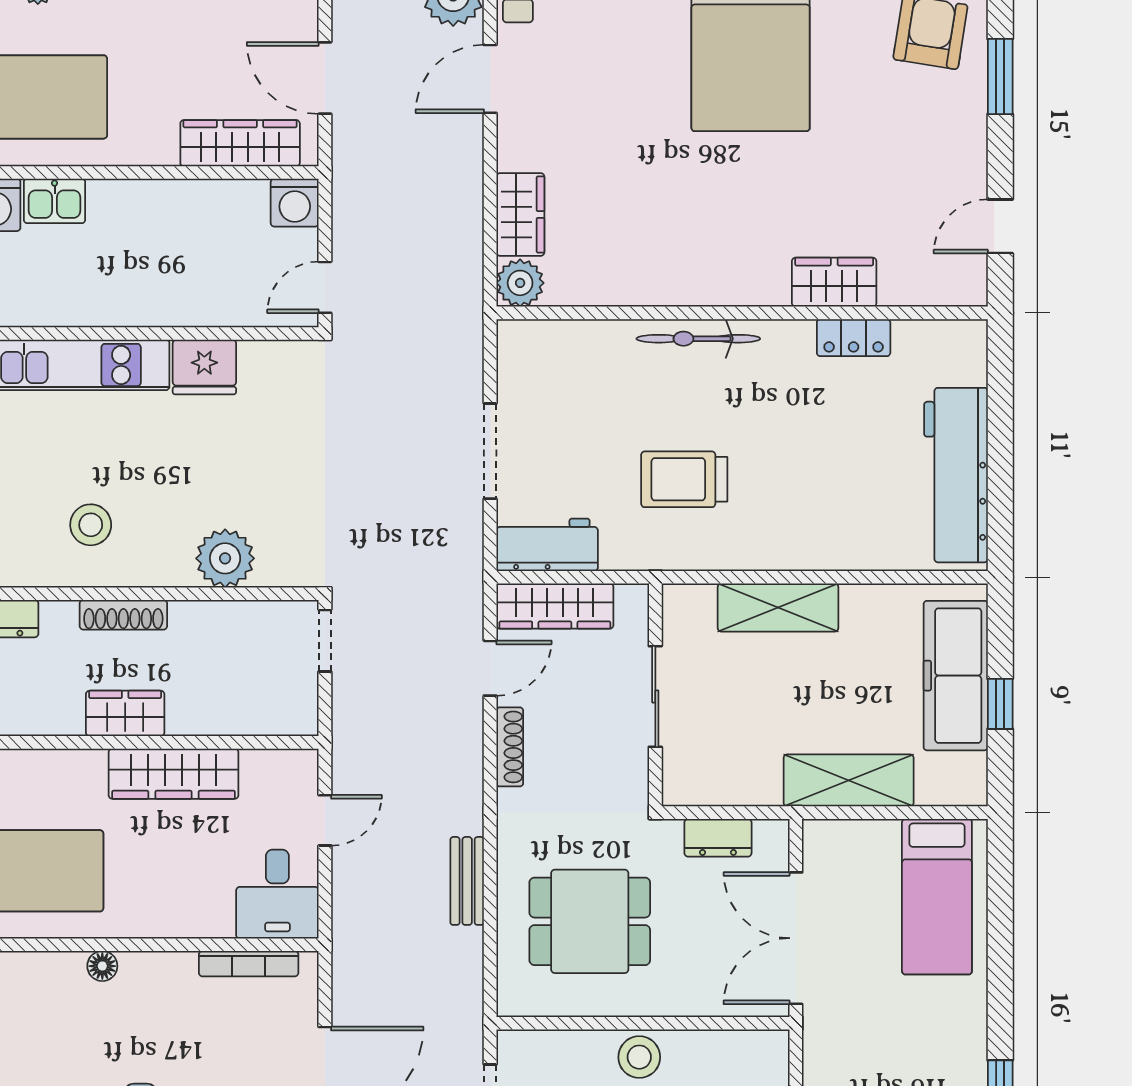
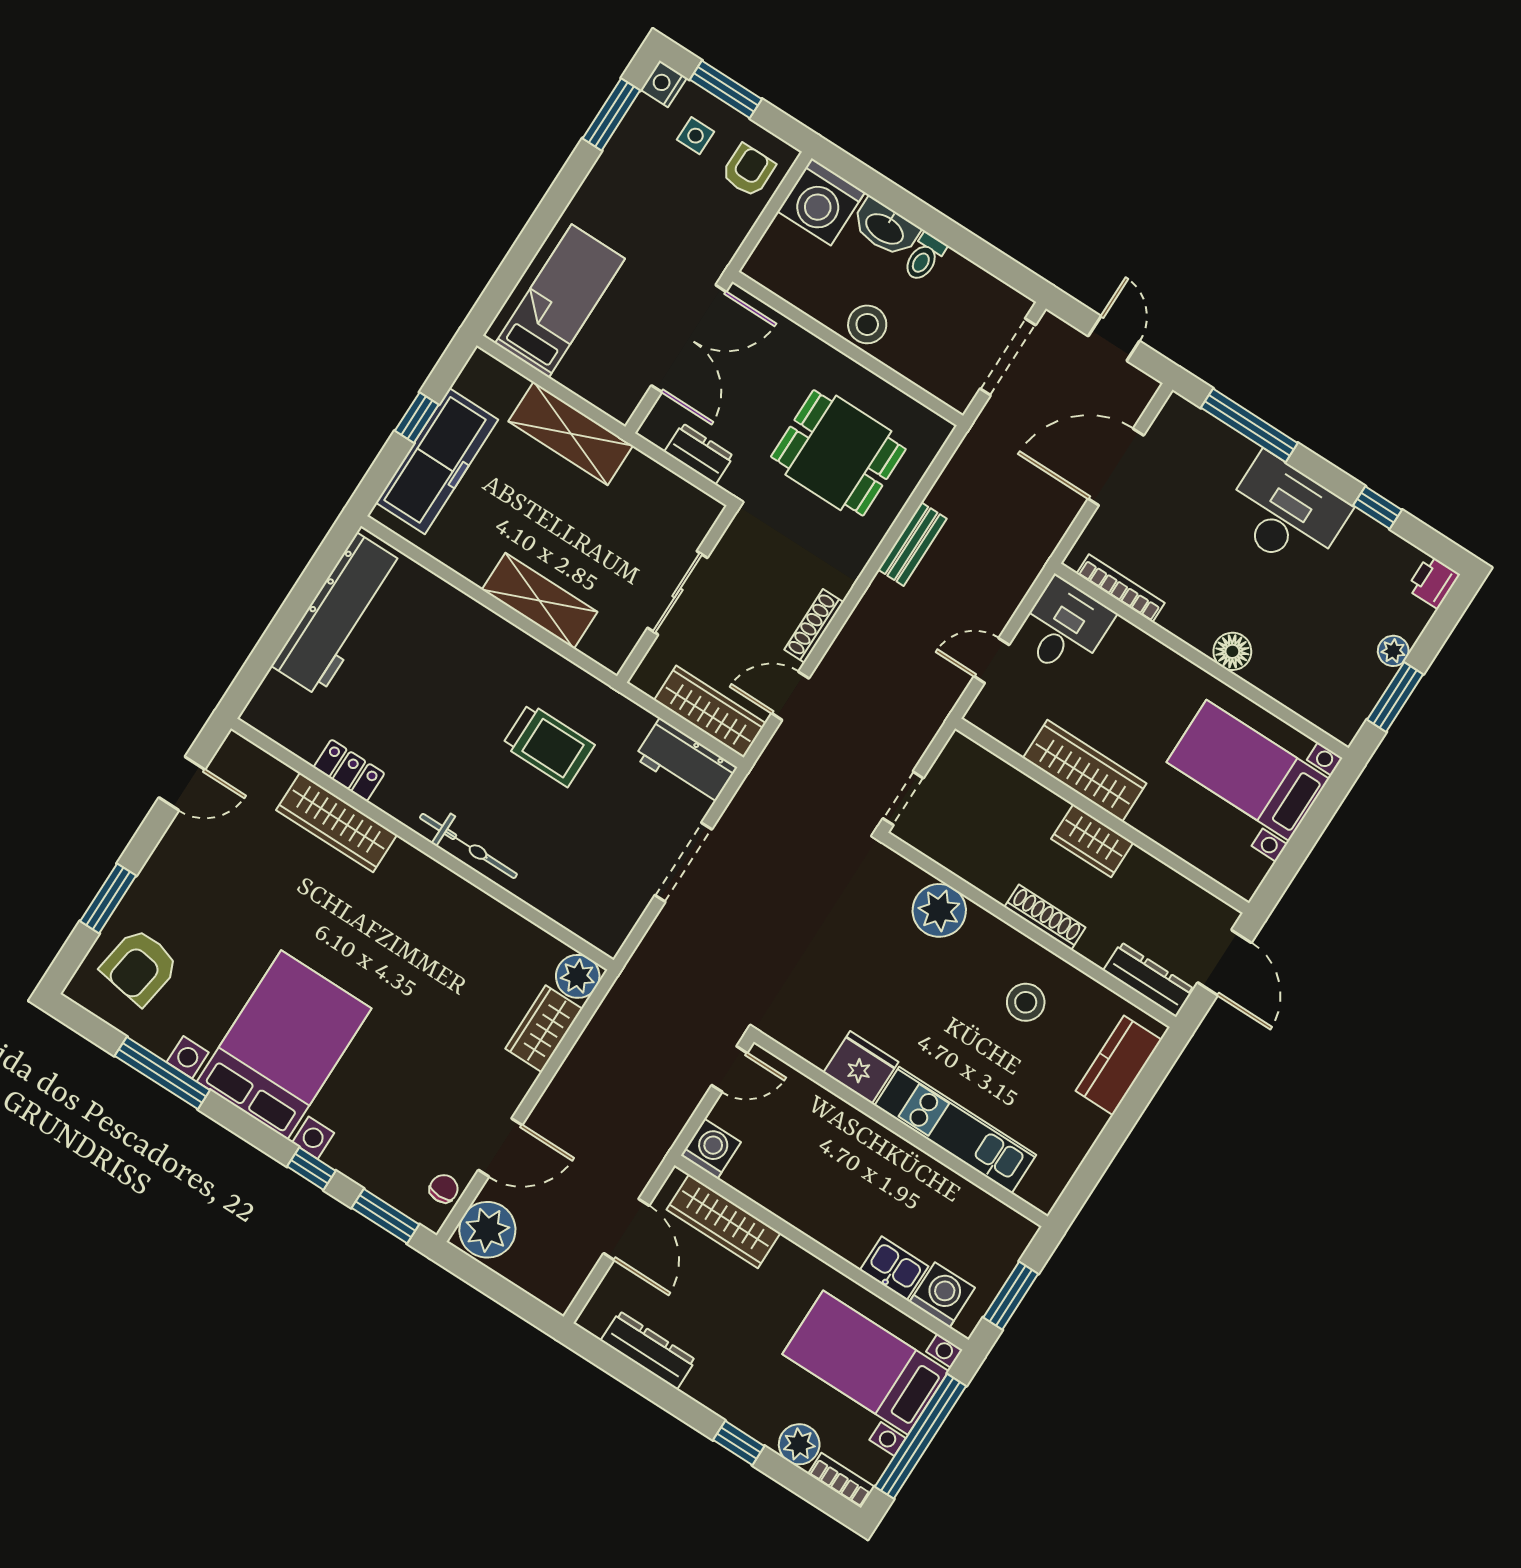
wardrobe: (834, 282) -> (337, 822), width x1.50
floor lamp: (102, 966) -> (1232, 651), width x1.37, depth x1.37

